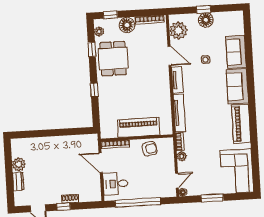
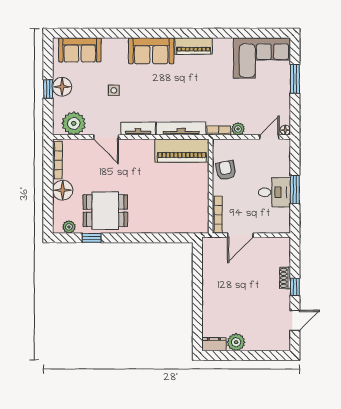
window: (110, 15) -> (48, 211), removed
sofa: (236, 52) -> (80, 50), moved
door: (169, 56) -> (106, 137), swing flipped
window: (94, 90) -> (145, 238), removed
piano: (241, 124) -> (194, 46), width x0.73, depth x0.75
piano: (138, 127) -> (182, 151), moved, turned -90
dresser: (18, 181) -> (214, 344), moved
door: (177, 181) -> (269, 137), hinge flipped
desk: (115, 184) -> (274, 192), moved, turned -90
window: (212, 198) -> (295, 79), moved
window: (138, 202) -> (295, 190), width x0.47

